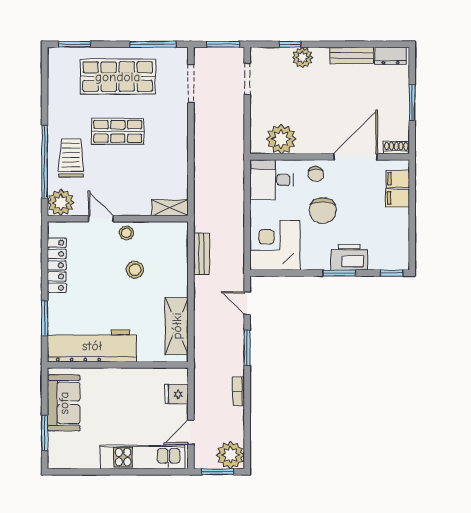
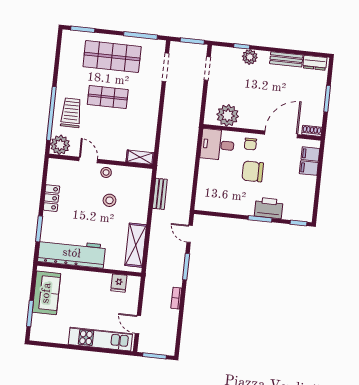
chair: (323, 210) -> (253, 171), turned 90
corner desk: (275, 245) -> (215, 193), removed
locker: (57, 265) -> (51, 198), width x0.66
fridge: (176, 394) -> (119, 283), moved, turned -90
door: (191, 432) -> (138, 325), hinge flipped
plant: (230, 455) -> (165, 345), removed

